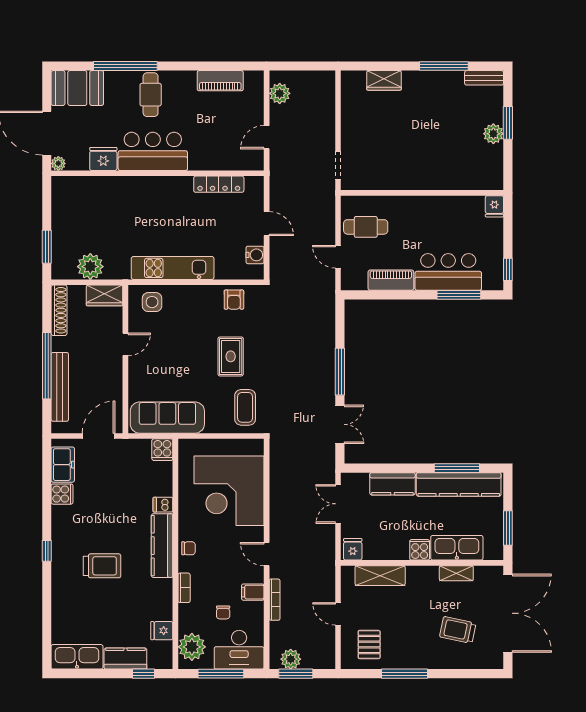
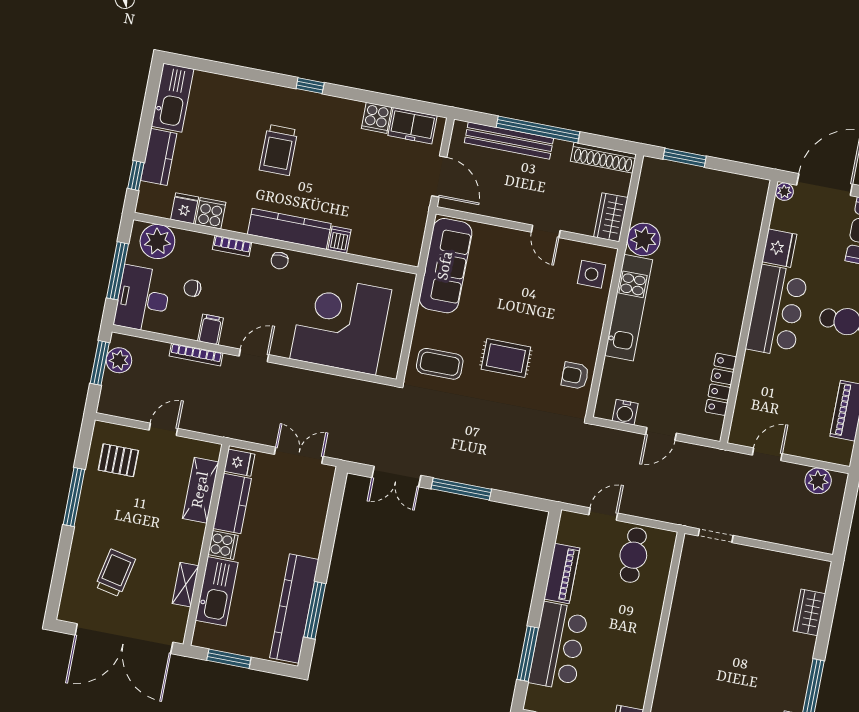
door: (267, 137) -> (767, 454), hinge flipped
plant: (90, 267) -> (644, 239), moved
cooker: (162, 450) -> (210, 213), moved, turned 90
kitchen counter: (392, 484) -> (232, 504), moved, turned 180

